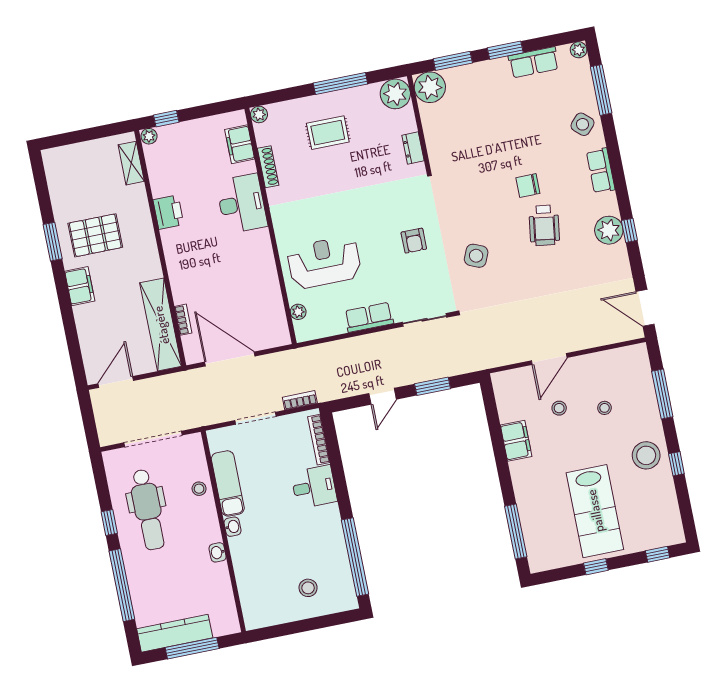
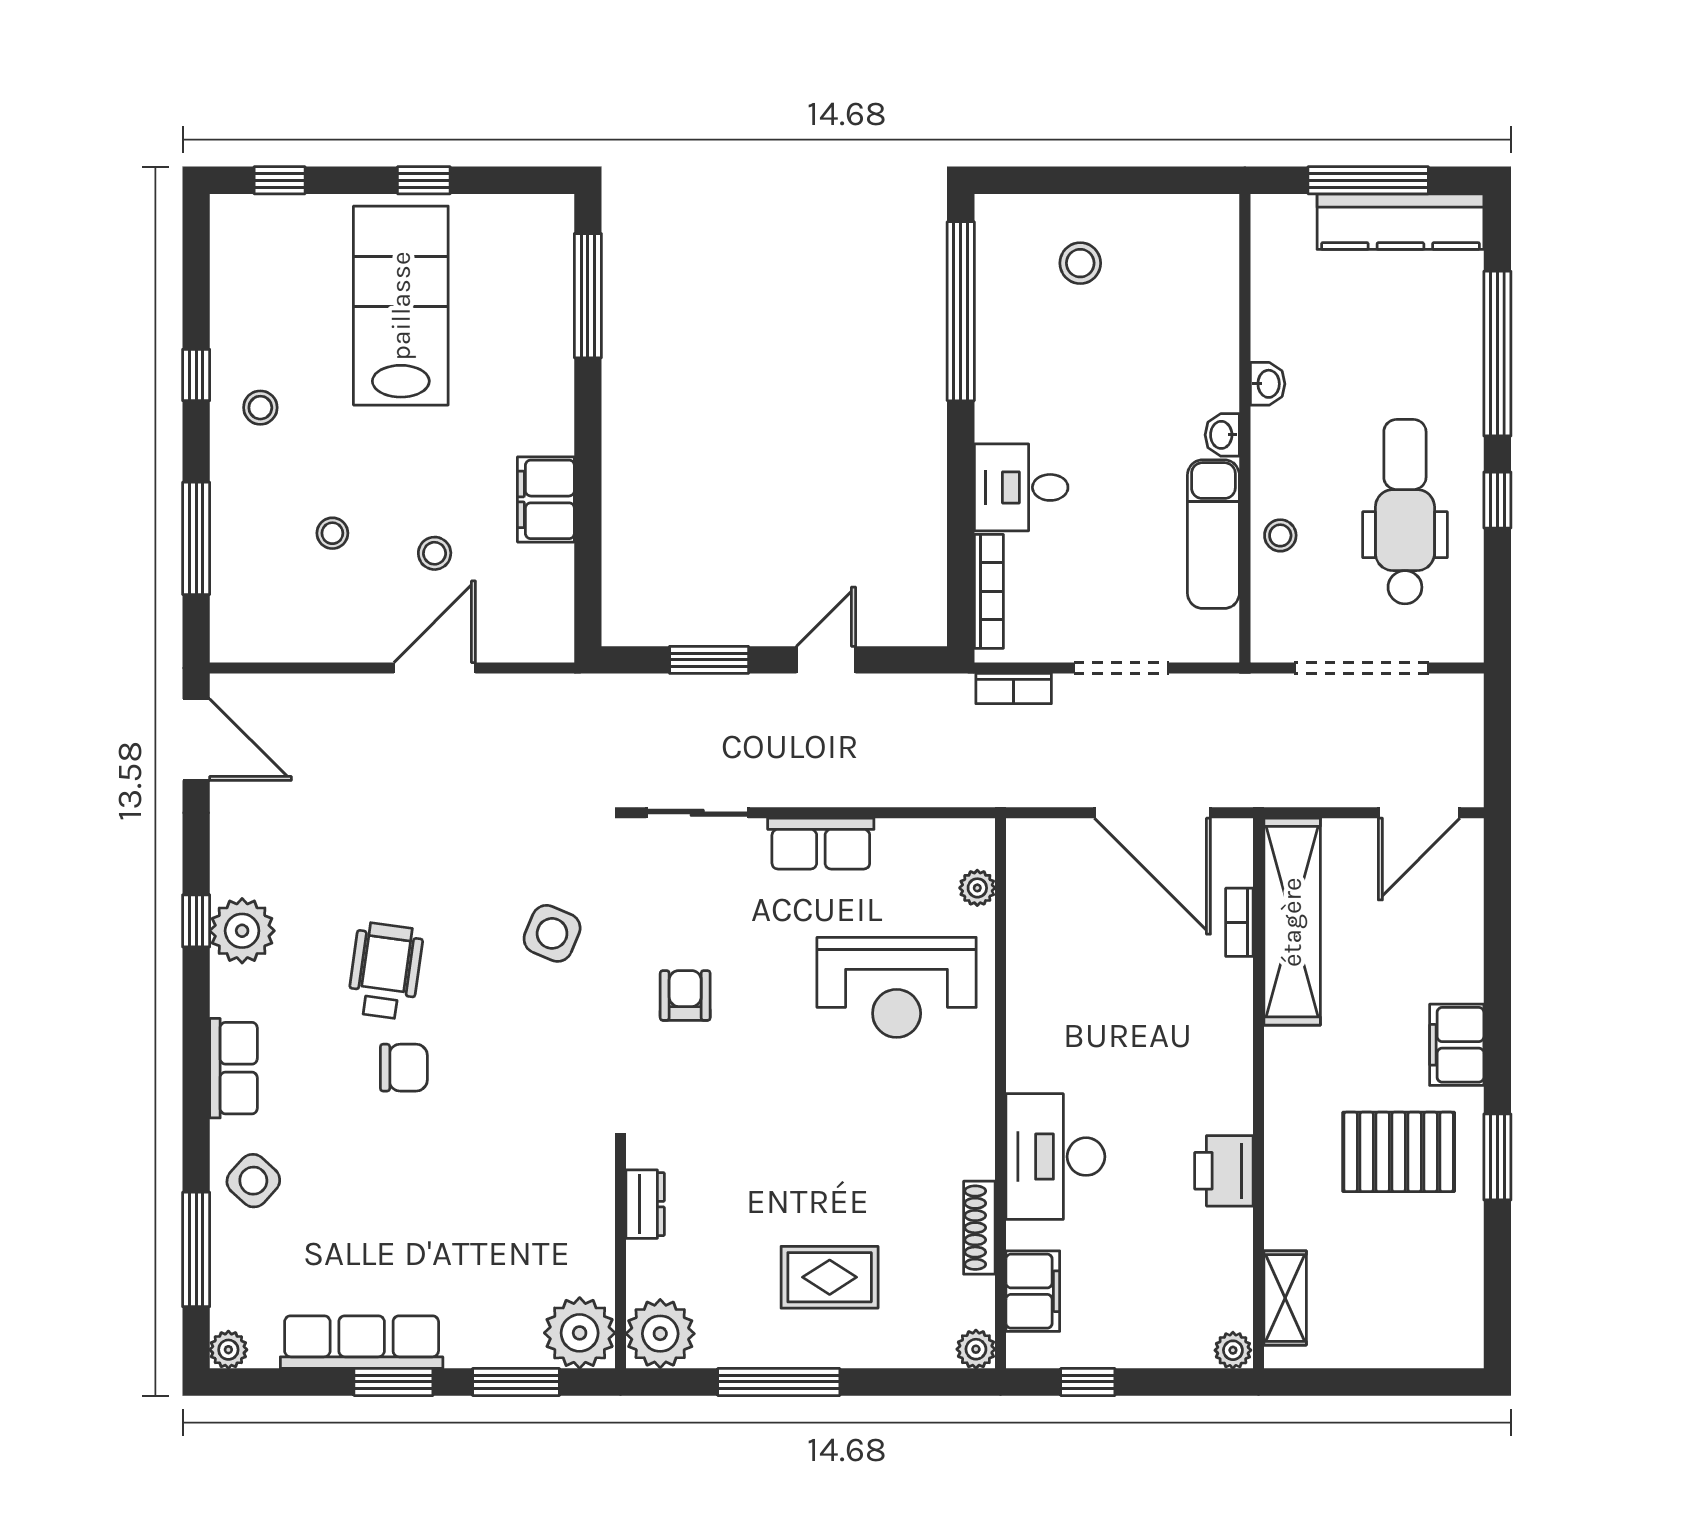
row of seats: (534, 62) -> (362, 1342), width x1.48
window: (166, 119) -> (1088, 1382), moved
stool: (646, 455) -> (260, 408), width x0.53, depth x0.53

